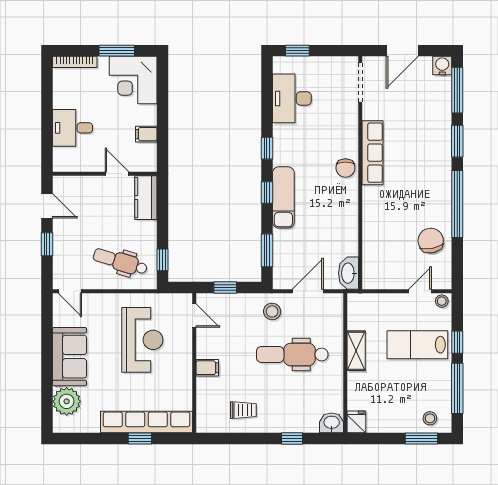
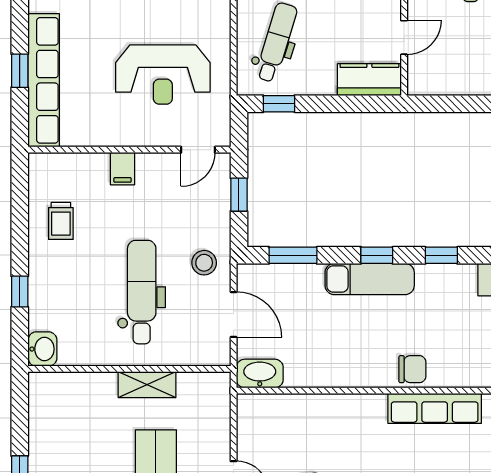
filing cabinet: (146, 134) -> (462, 80), removed
chair: (345, 168) -> (412, 369), turned 180
fridge: (356, 422) -> (44, 385), removed

